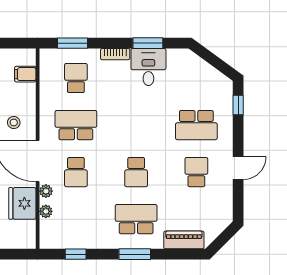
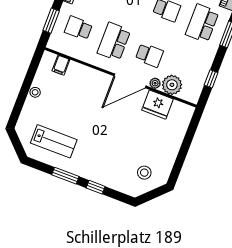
stool: (14, 122) -> (94, 88), removed
plant: (46, 211) -> (172, 85), width x1.88, depth x1.88

